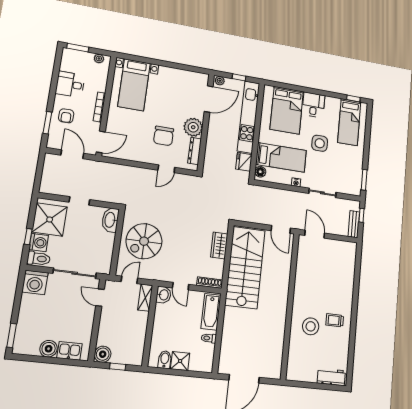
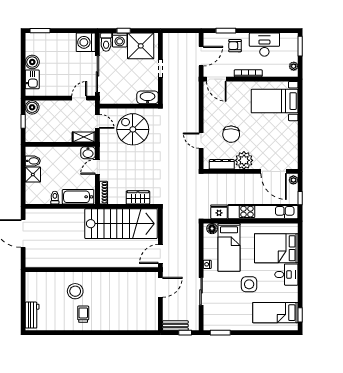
desk: (70, 84) -> (264, 45), width x1.37
chair: (164, 136) -> (231, 134), turned -87

